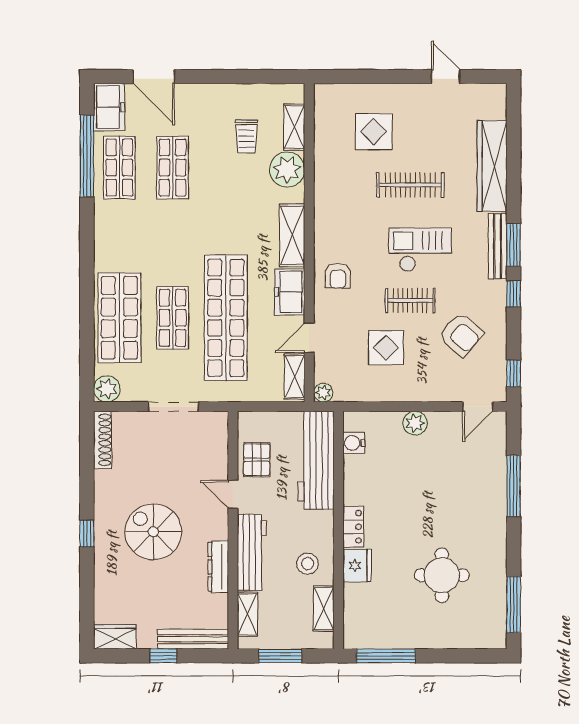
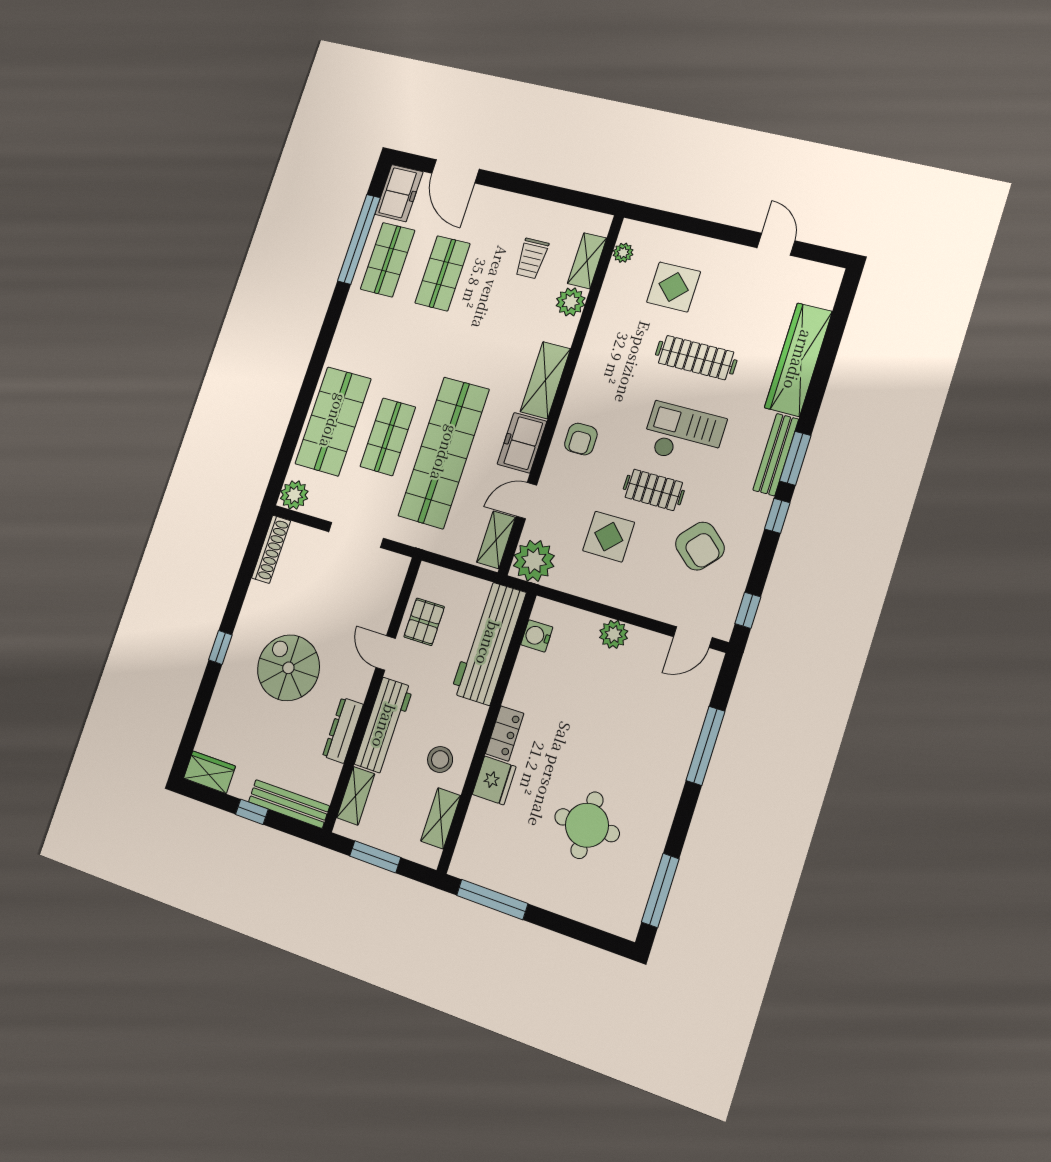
plant: (323, 113) -> (623, 253), added
plant: (287, 170) -> (571, 302), width x0.73, depth x0.73
plant: (323, 393) -> (534, 561), width x1.87, depth x1.87

